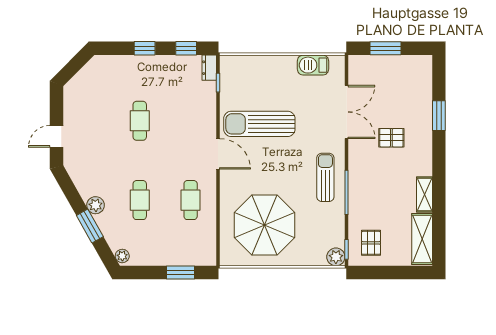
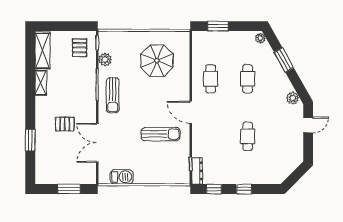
dresser: (209, 68) -> (197, 171), width x1.44
sun lounger: (259, 124) -> (161, 134), width x0.73, depth x0.75
plant: (96, 205) -> (293, 98), moved
parasol: (265, 225) -> (157, 61), width x0.73, depth x0.73
plant: (336, 257) -> (105, 60), moved

